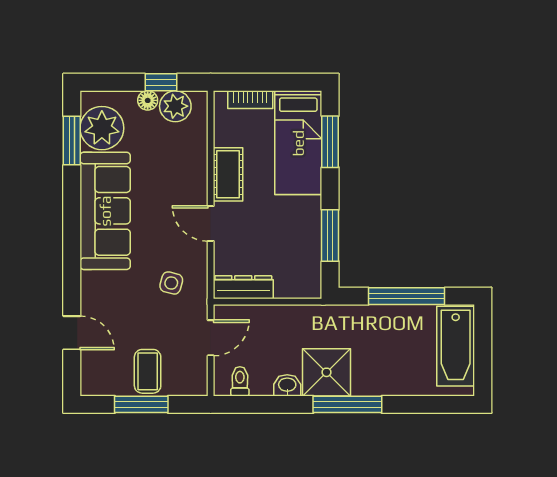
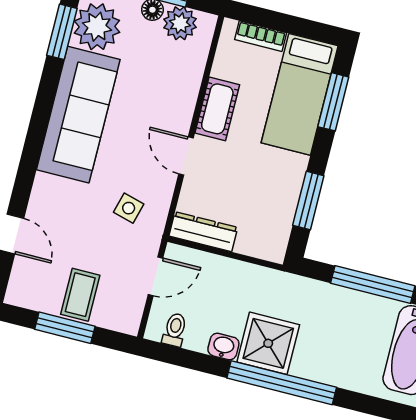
window: (347, 404) -> (282, 383), width x1.46

